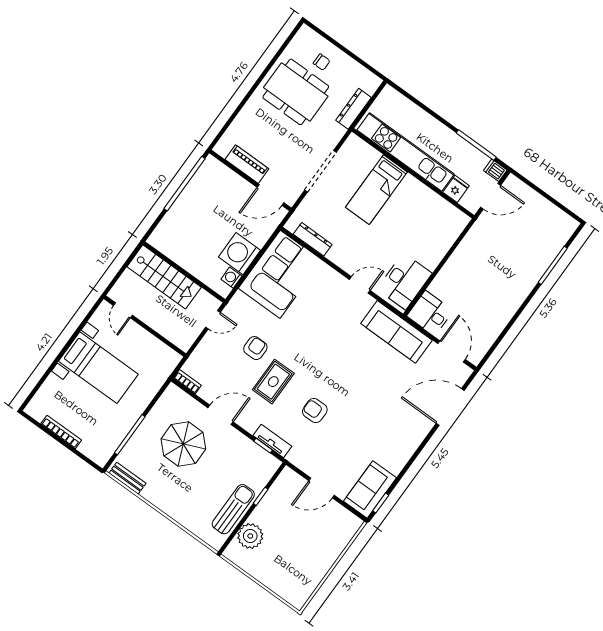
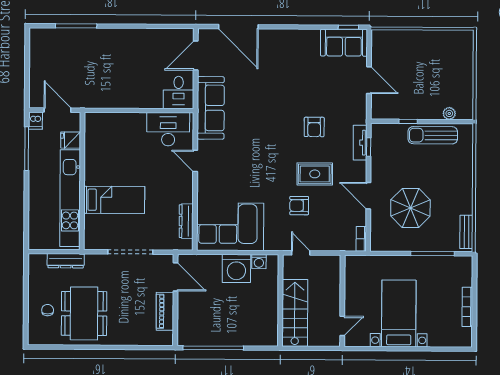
plant: (250, 536) -> (449, 113), width x0.53, depth x0.53

